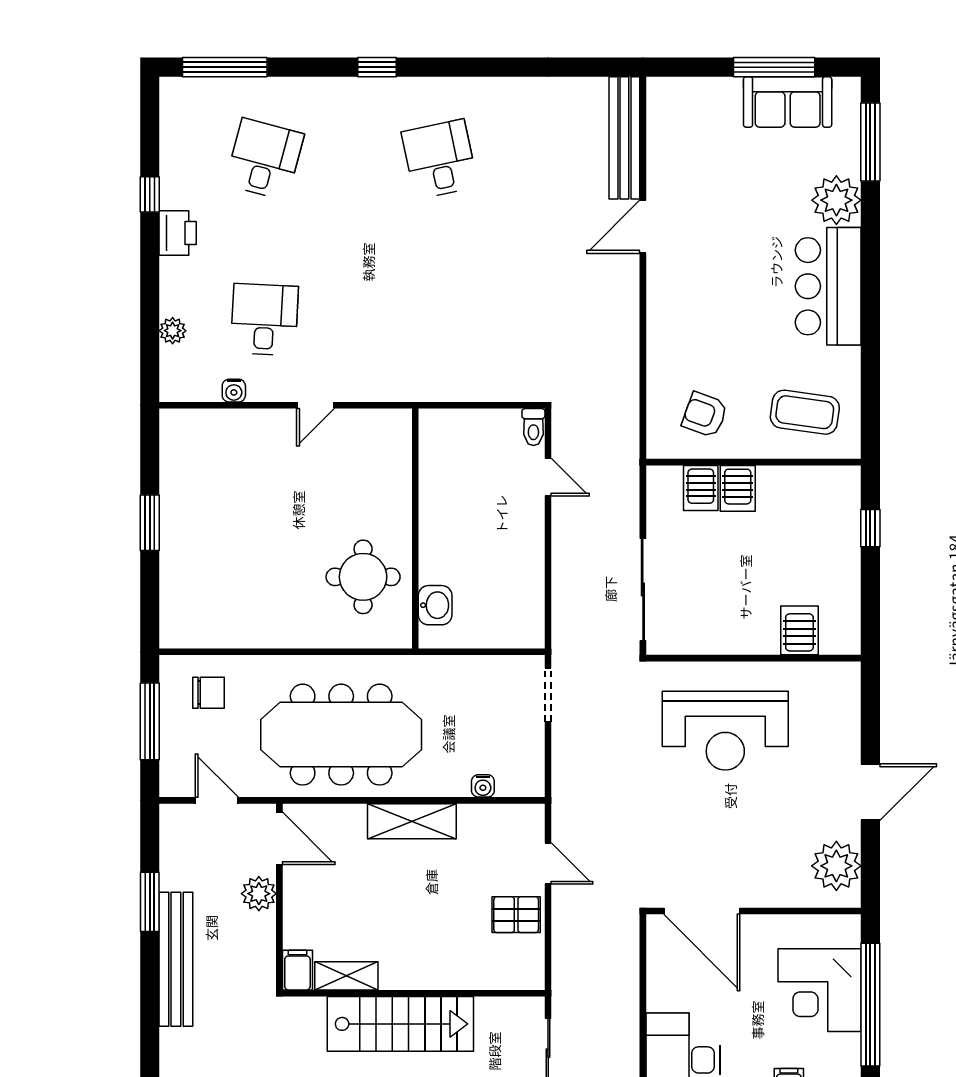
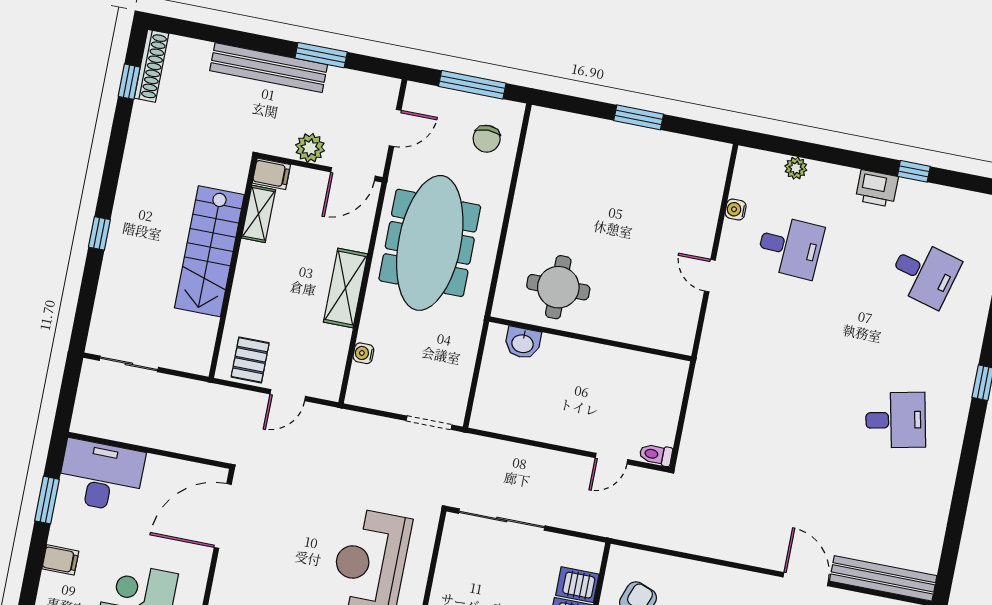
filing cabinet: (297, 970) -> (271, 174), moved
shelving: (346, 976) -> (259, 214), moved
wall: (414, 993) -> (233, 267), moved
stairs: (400, 1024) -> (209, 251), moved

